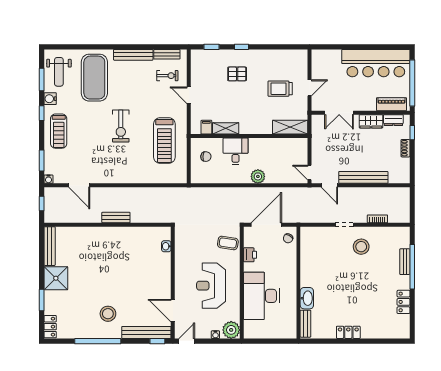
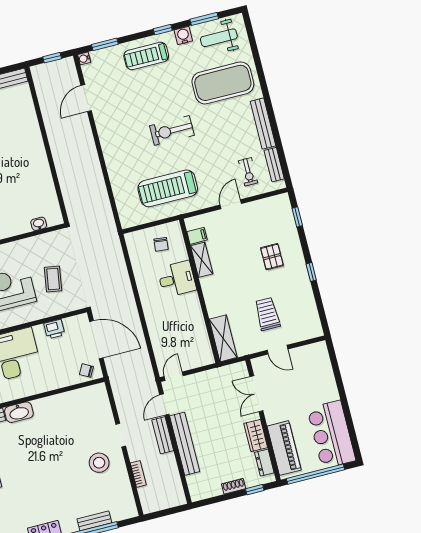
window: (241, 47) -> (311, 272), moved
bar counter: (376, 63) -> (331, 434), width x0.73
piano: (392, 104) -> (284, 448), width x1.37, depth x1.33
plant: (258, 176) -> (153, 314), removed
bench: (116, 218) -> (163, 435), moved
coffee table: (228, 243) -> (53, 279), moved

